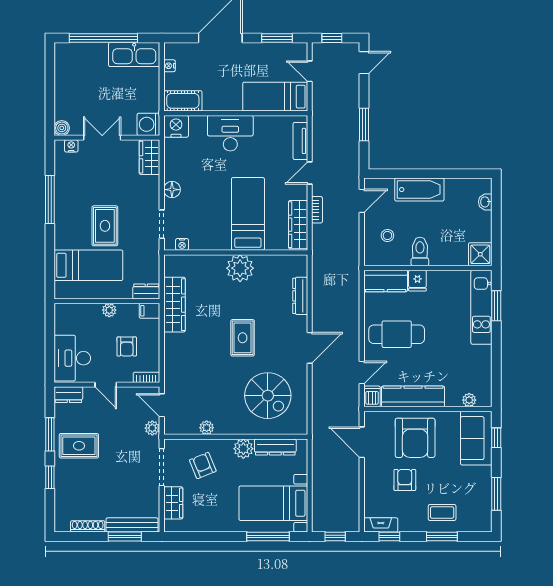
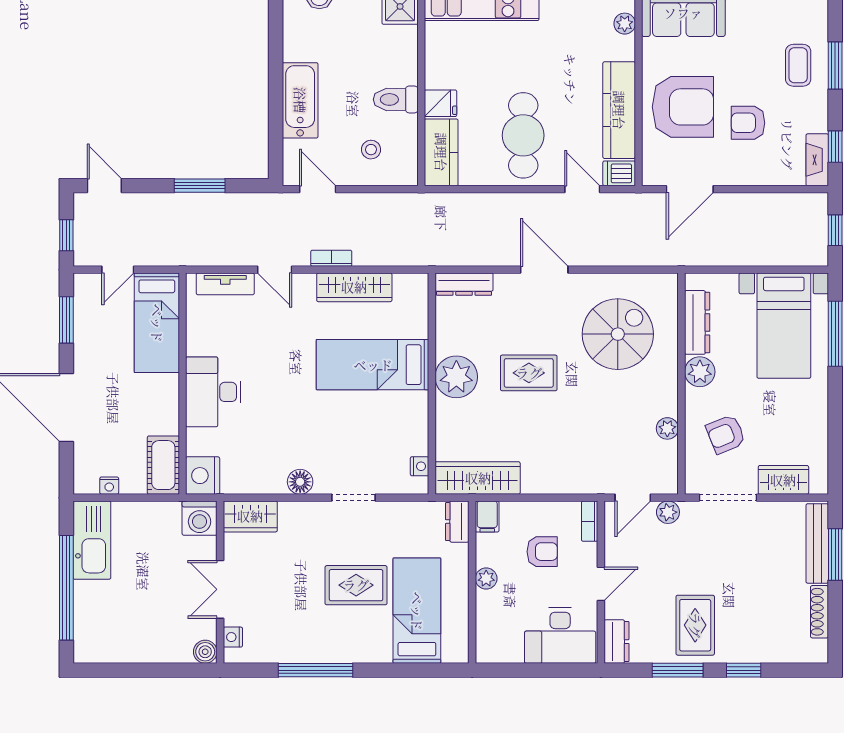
bed: (248, 214) -> (373, 365), moved
nightstand: (182, 244) -> (420, 466), moved
wall: (236, 252) -> (432, 384), moved
plant: (240, 268) -> (456, 377), moved

